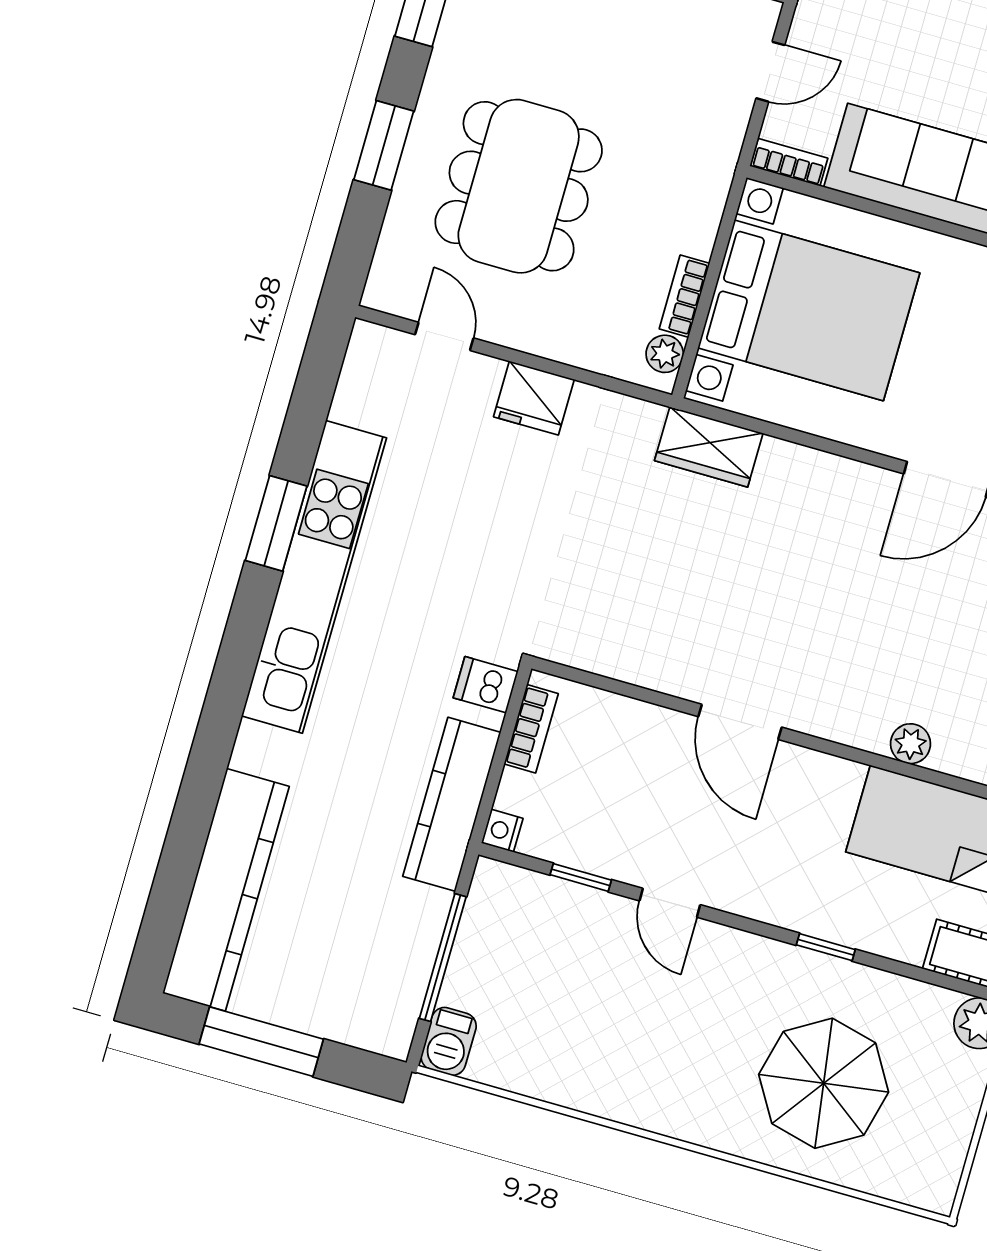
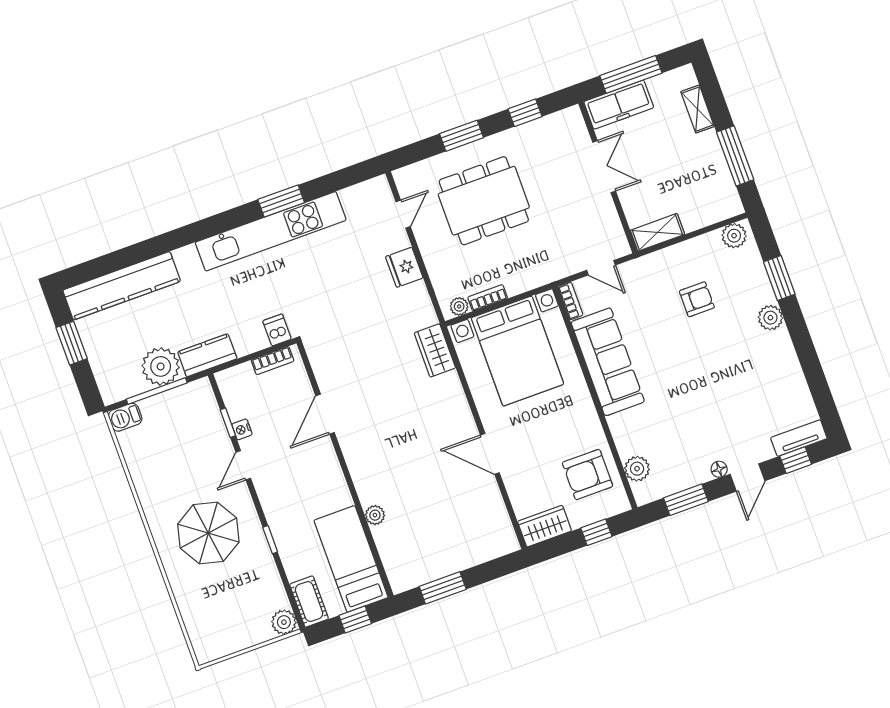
door: (740, 722) -> (325, 414), moved
kitchen counter: (452, 804) -> (207, 355), width x0.67
nightstand: (502, 831) -> (242, 429), moved, turned -90
plant: (407, 922) -> (161, 366), added
window: (261, 1042) -> (72, 343), width x0.69
parasol: (824, 1083) -> (208, 533), moved

